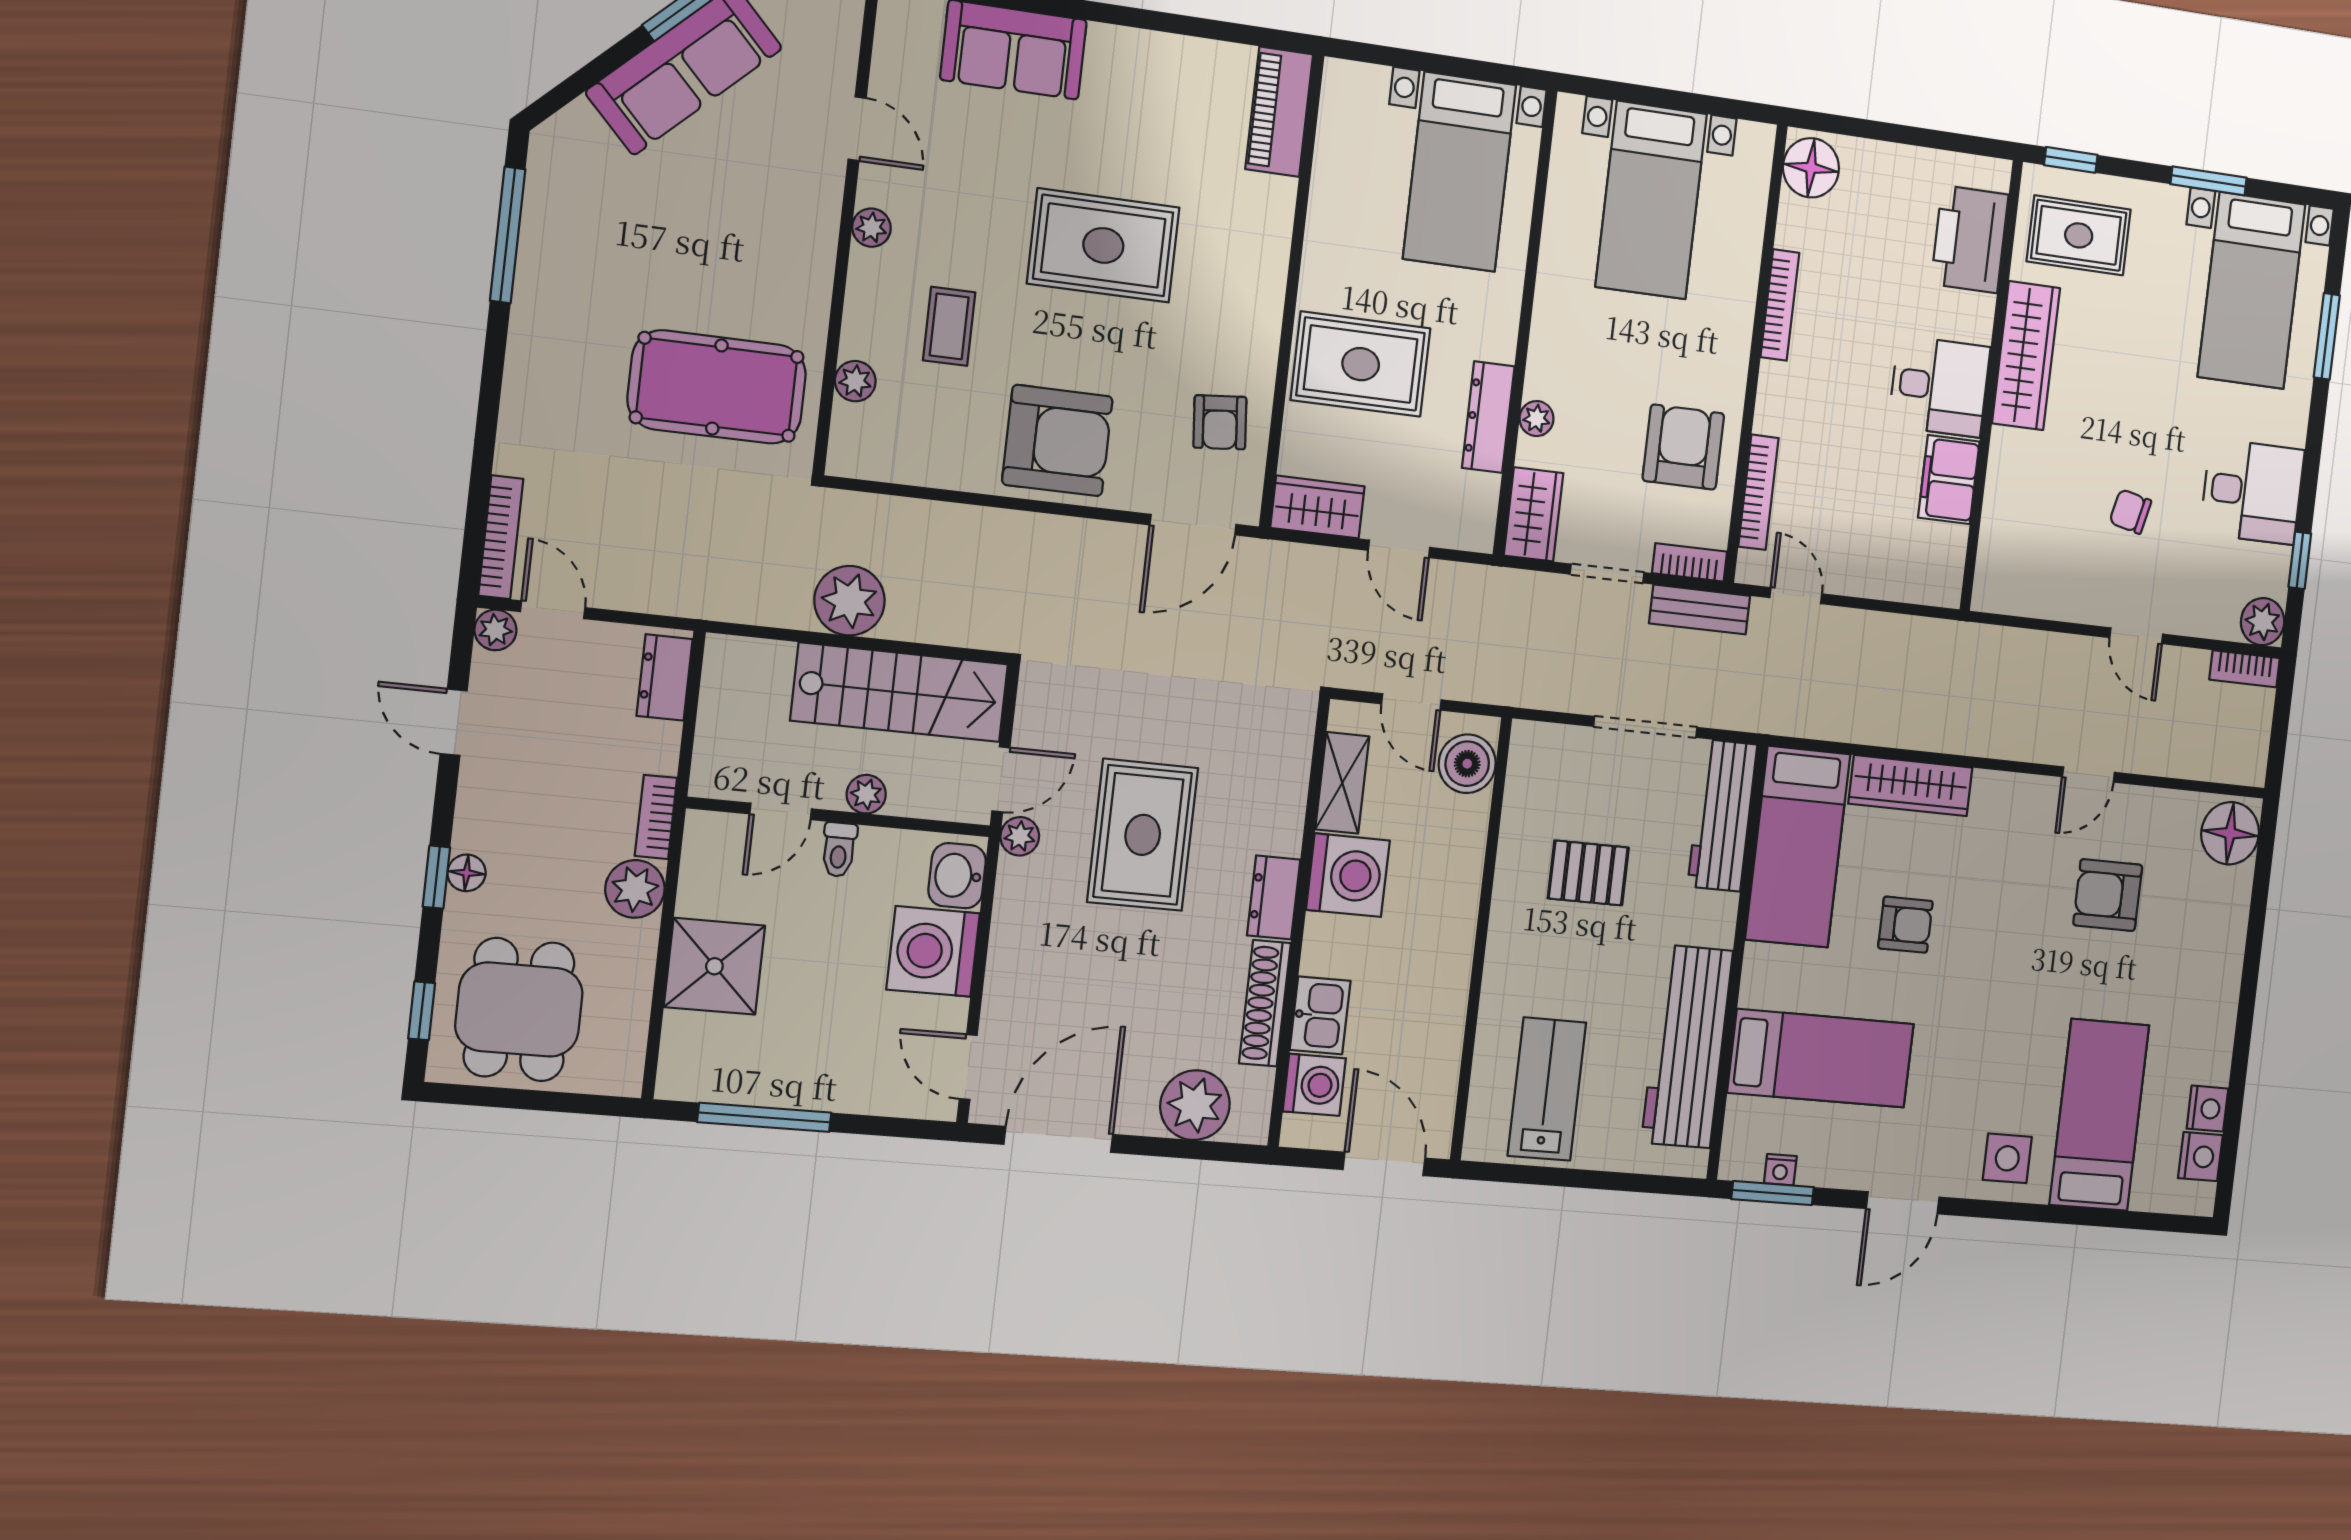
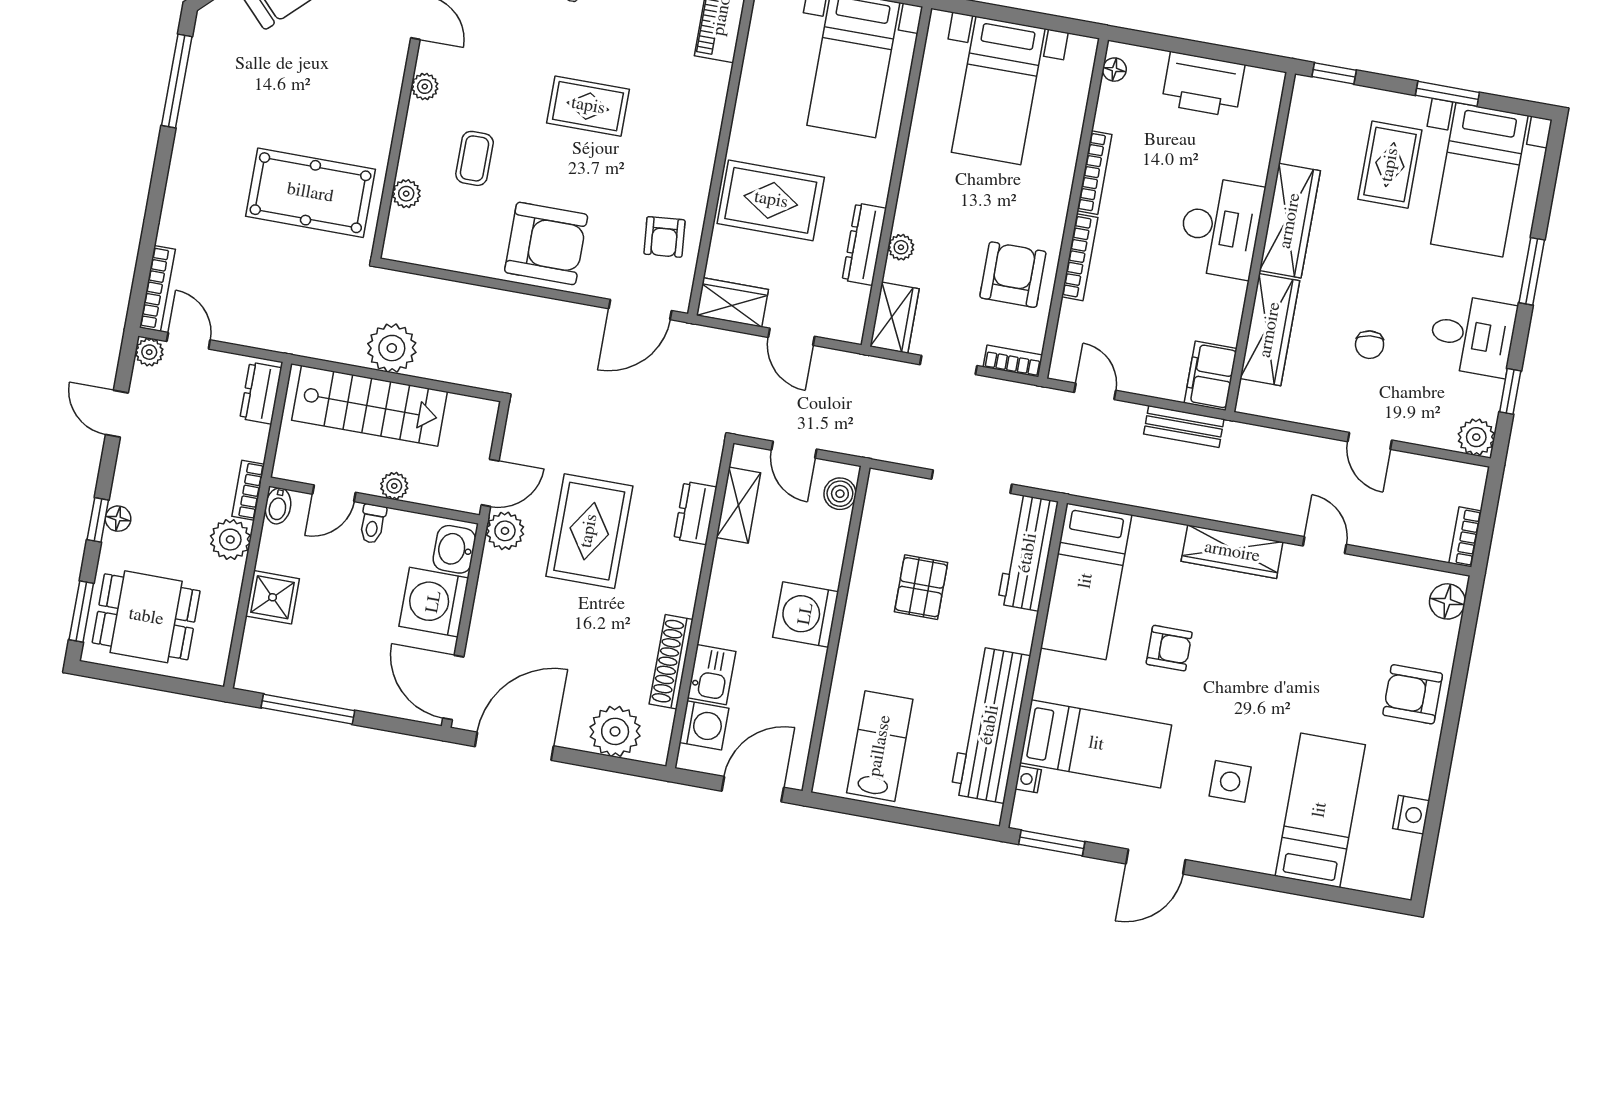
floor lamp: (1811, 168) -> (1114, 70), width x0.53, depth x0.53
rug: (2079, 235) -> (1390, 165), moved, turned 90
printer: (1970, 239) -> (1203, 84), moved, turned -90
rug: (1103, 245) -> (588, 106), width x0.73, depth x0.70
window: (2327, 336) -> (1532, 271), moved
desk: (1939, 386) -> (1221, 228), width x1.37
filing cabinet: (1949, 480) -> (1211, 376), moved
bookcase: (1758, 492) -> (1080, 257), moved
wardrobe: (2008, 500) -> (1270, 330), added
chair: (2130, 512) -> (1370, 345), turned -110
bench: (1700, 610) -> (1184, 426), moved
bookcase: (2245, 669) -> (1465, 537), moved, turned 90
stairs: (900, 692) -> (370, 406), moved
boiler: (1467, 764) -> (840, 494), width x0.73, depth x0.73
door: (2088, 775) -> (1325, 545), swing flipped
wardrobe: (1910, 786) -> (1232, 552), moved
floor lamp: (2230, 833) -> (1447, 601), width x0.73, depth x0.73
bidet: (701, 836) -> (278, 506), added
plant: (1020, 836) -> (505, 531), width x1.38, depth x1.38
pallet: (1588, 873) -> (921, 587), turned 90
washing machine: (1348, 875) -> (806, 614), moved, turned 180
armchair: (2108, 895) -> (1413, 694), moved
dresser: (1274, 897) -> (695, 513), moved
shower: (714, 966) -> (273, 597), width x0.73, depth x0.73
dining table: (519, 1010) -> (146, 617), turned 90
window: (422, 1011) -> (81, 612), width x1.50
door: (968, 1067) -> (453, 687), width x1.38
nightstand: (2200, 1157) -> (1403, 852), removed
side table: (2007, 1158) -> (1230, 781), moved
door: (1384, 1164) -> (753, 789), hinge flipped
nightstand: (1780, 1170) -> (1028, 779), moved, turned 90

